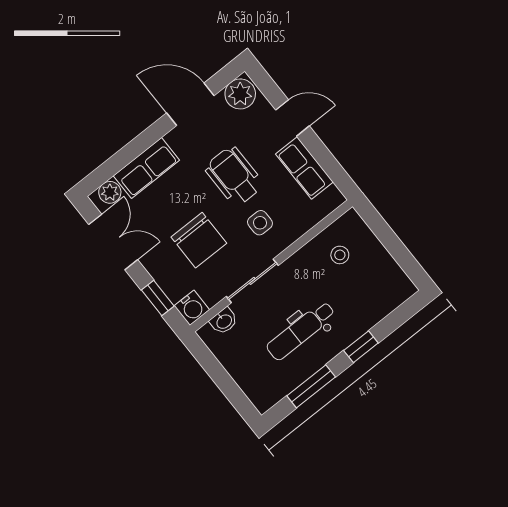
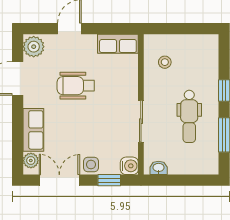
row of seats: (304, 168) -> (118, 44), moved
side table: (260, 223) -> (91, 164), moved
chair: (199, 240) -> (96, 133), removed
washbasin: (224, 321) -> (159, 168), moved, turned -90

